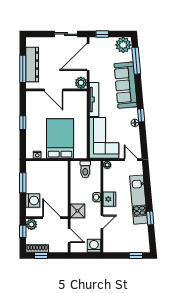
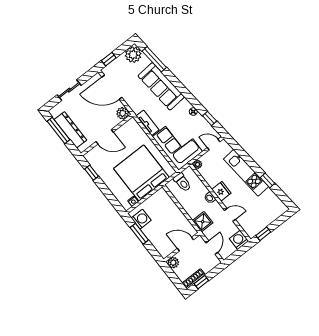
sliding door: (66, 34) -> (69, 90), moved
door: (88, 57) -> (112, 87), hinge flipped
window: (23, 69) -> (59, 131), moved
tv unit: (94, 100) -> (148, 123), width x0.71
window: (141, 115) -> (210, 118), moved
window: (23, 123) -> (92, 173), moved
bed: (60, 138) -> (141, 173), width x1.36
washing machine: (33, 201) -> (141, 219), moved
door: (102, 222) -> (230, 215), hinge flipped
window: (23, 231) -> (171, 274), removed
door: (69, 236) -> (212, 248), hinge flipped
window: (136, 255) -> (263, 234), moved

